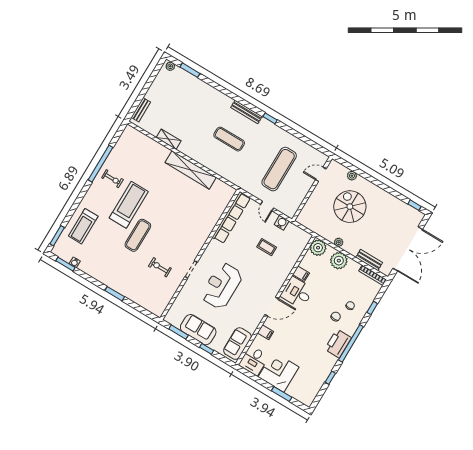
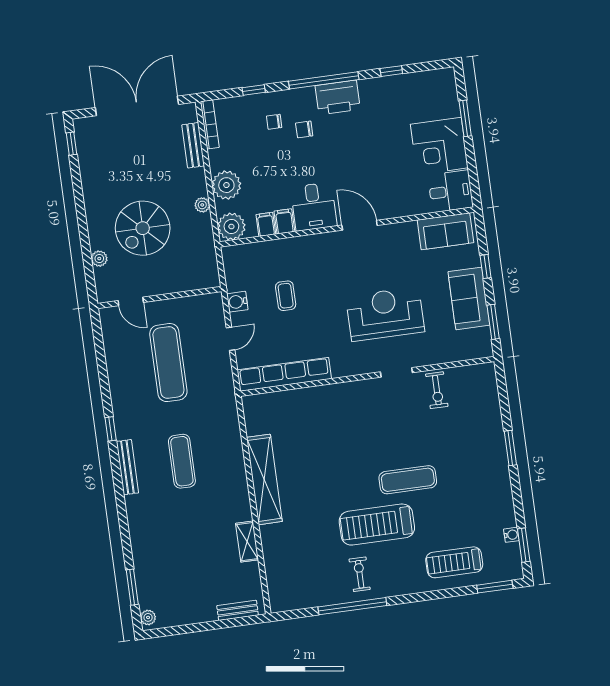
exercise mat: (279, 169) -> (168, 363), turned 90
treadmill: (83, 226) -> (454, 562), turned 180
exercise bike: (160, 267) -> (437, 390), moved
reception desk: (222, 286) -> (385, 314), turned 180
filing cabinet: (265, 332) -> (266, 224), moved

